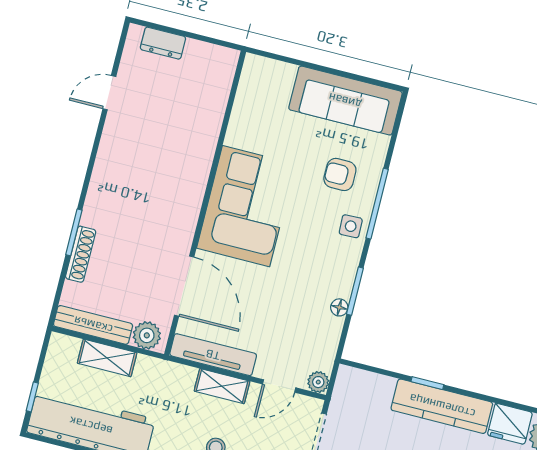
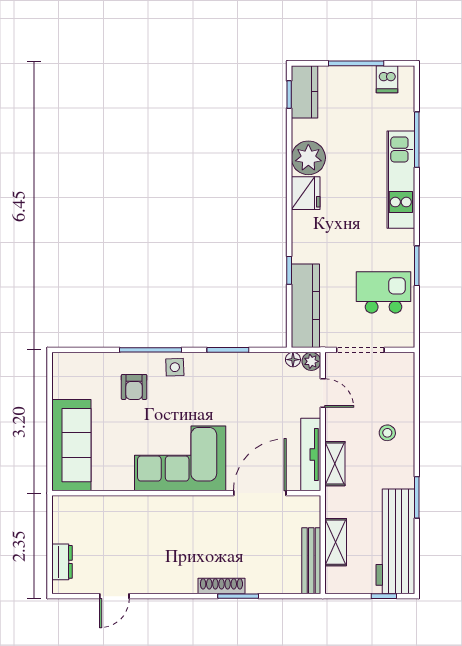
door: (109, 93) -> (114, 596), hinge flipped
sofa: (345, 101) -> (71, 445), moved
shoe rack: (81, 254) -> (221, 586), moved
floor lamp: (339, 307) -> (293, 360), moved
plant: (147, 335) -> (309, 514), removed
shelving: (222, 386) -> (335, 464), moved
kitchen counter: (442, 406) -> (305, 306), moved

